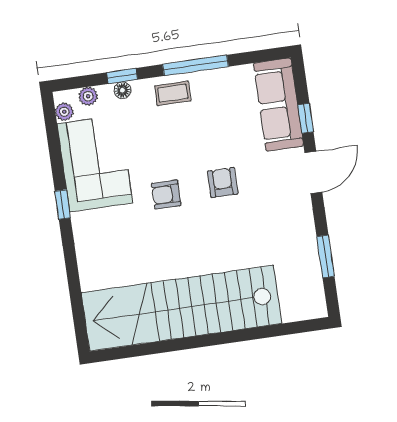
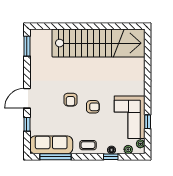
window: (195, 65) -> (56, 157), moved
sofa: (278, 105) -> (51, 145), moved, turned -90
armchair: (166, 194) -> (93, 107), moved
window: (63, 204) -> (148, 122), moved
window: (325, 256) -> (27, 46), moved

